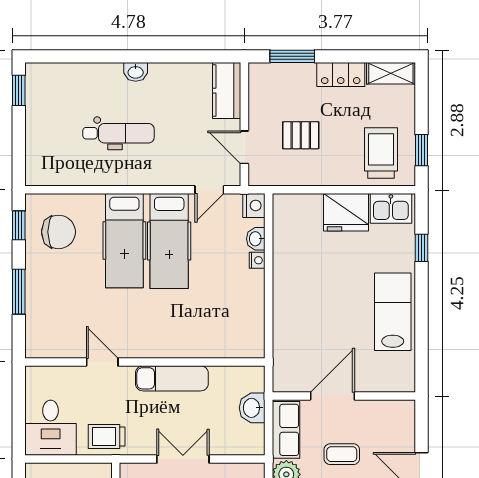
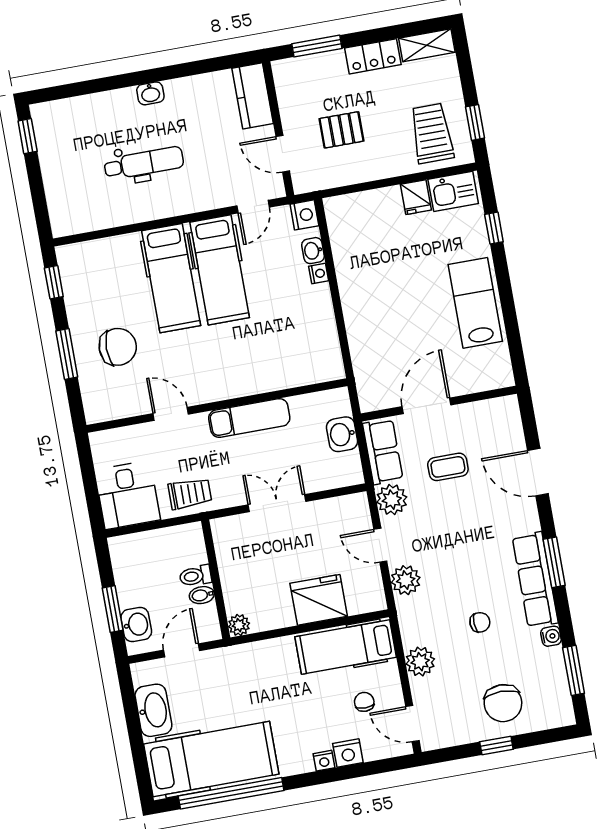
fridge: (346, 212) -> (416, 197), width x0.53, depth x0.75
chair: (58, 232) -> (118, 347), moved
trolley: (107, 436) -> (190, 494), turned 180

